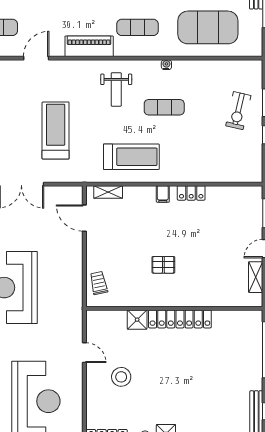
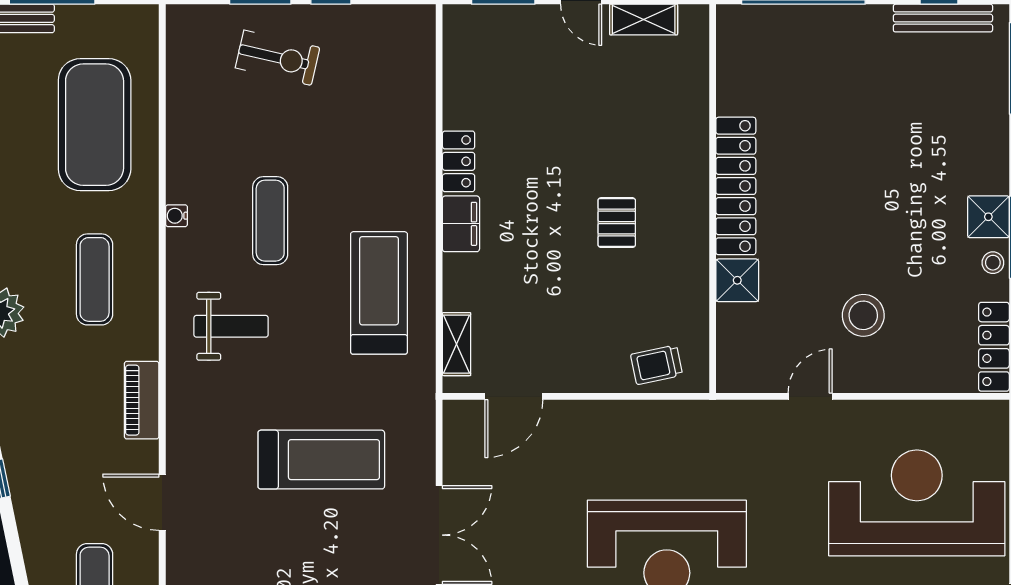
piano: (89, 46) -> (142, 400), width x0.73, depth x0.75
treadmill: (56, 130) -> (321, 460), turned 180
filing cabinet: (163, 194) -> (461, 224), width x2.00

